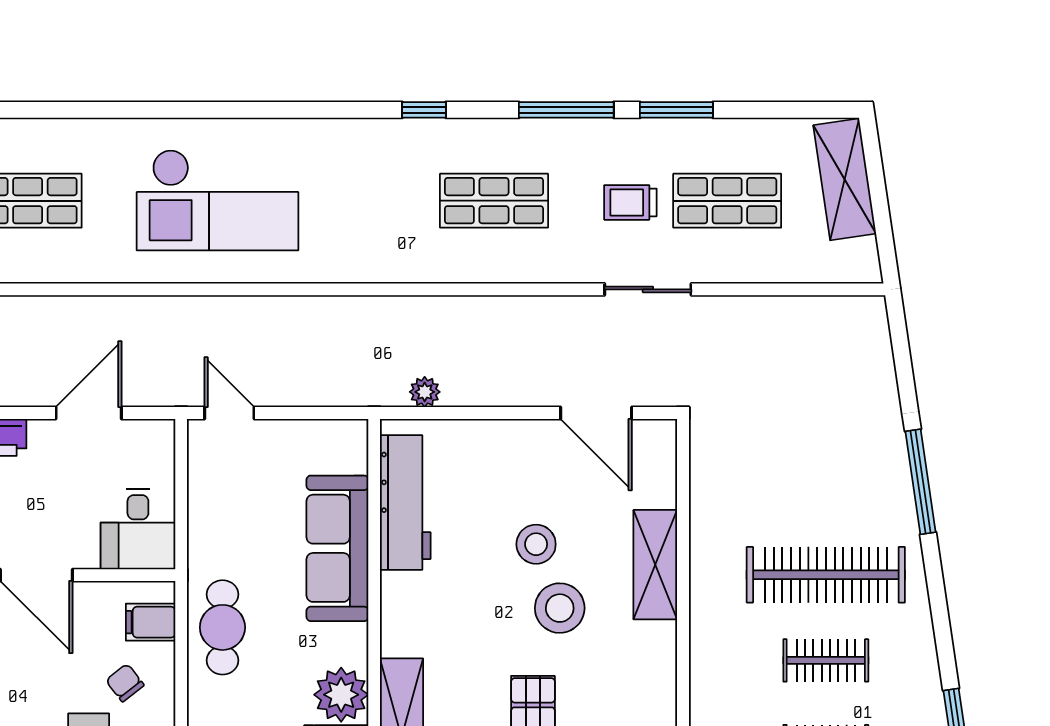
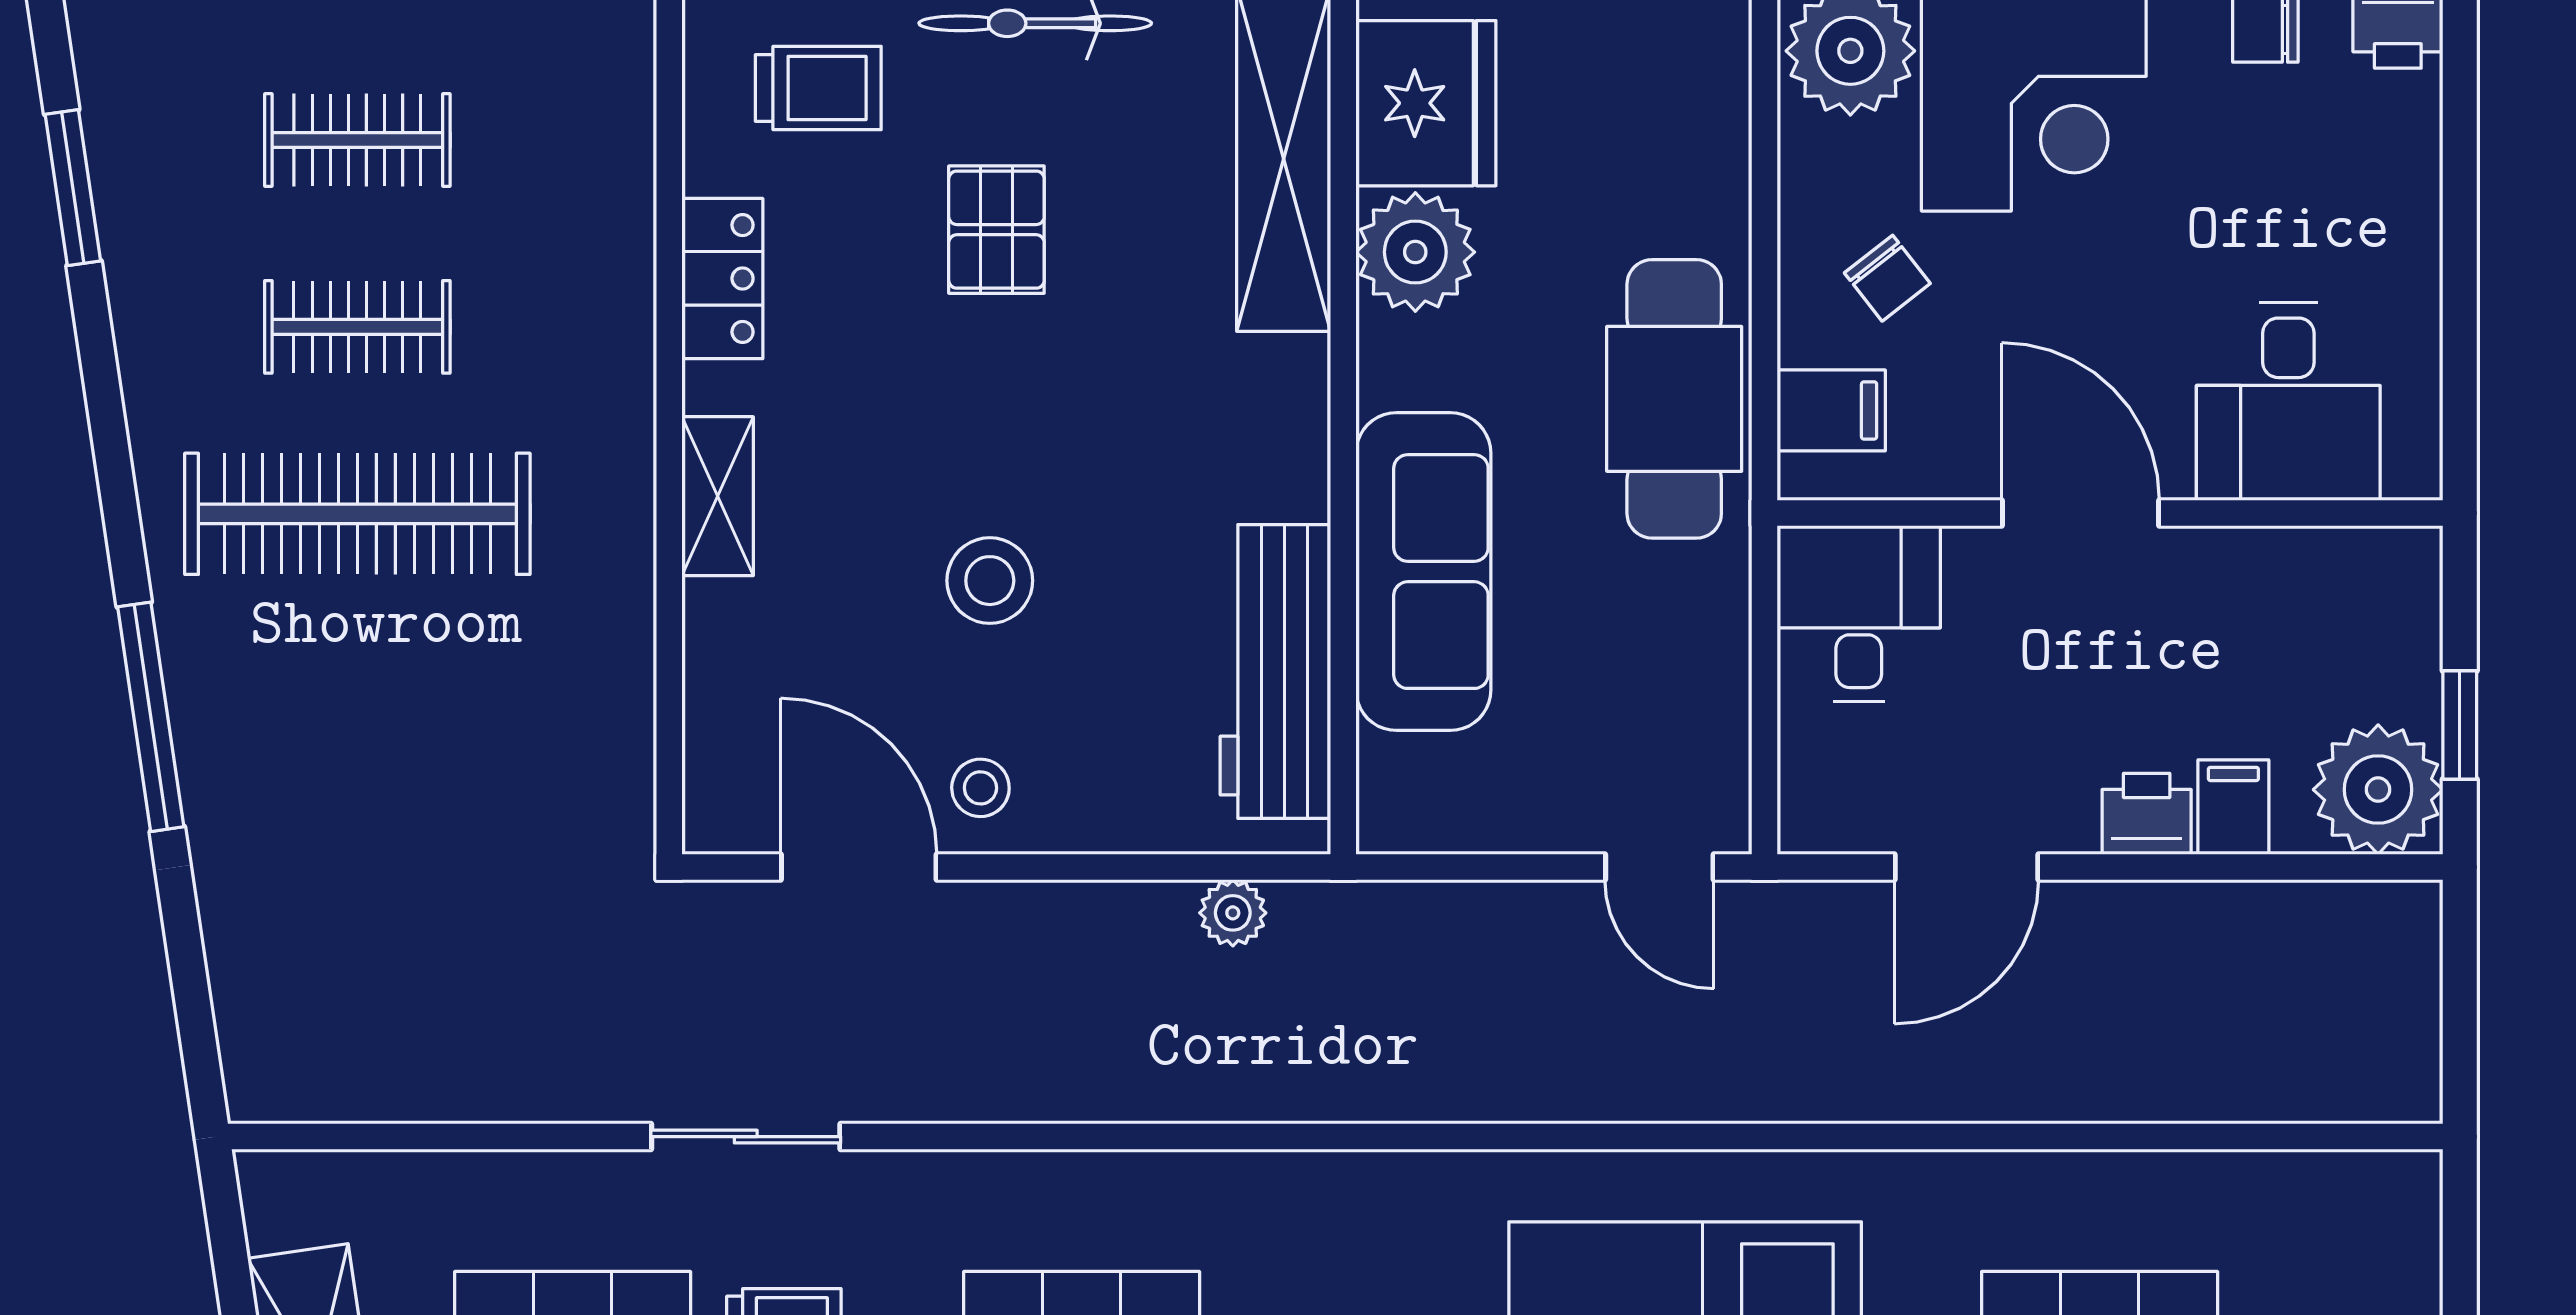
shelving: (655, 565) -> (718, 496), width x0.67, depth x0.75
stool: (560, 608) -> (980, 788), moved, width x0.53, depth x0.53
cafe table: (222, 627) -> (1674, 399), width x1.37, depth x1.35
locker: (659, 683) -> (722, 279), added

